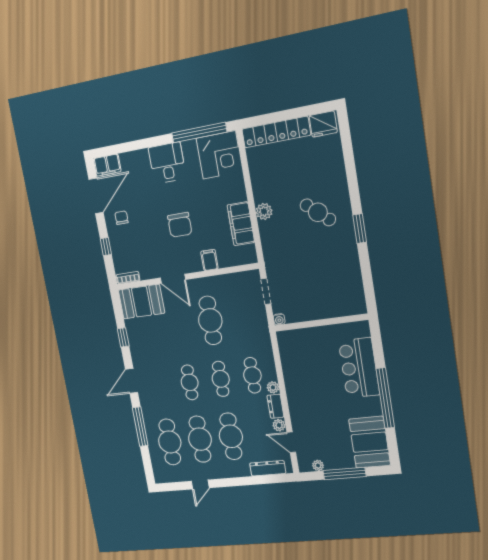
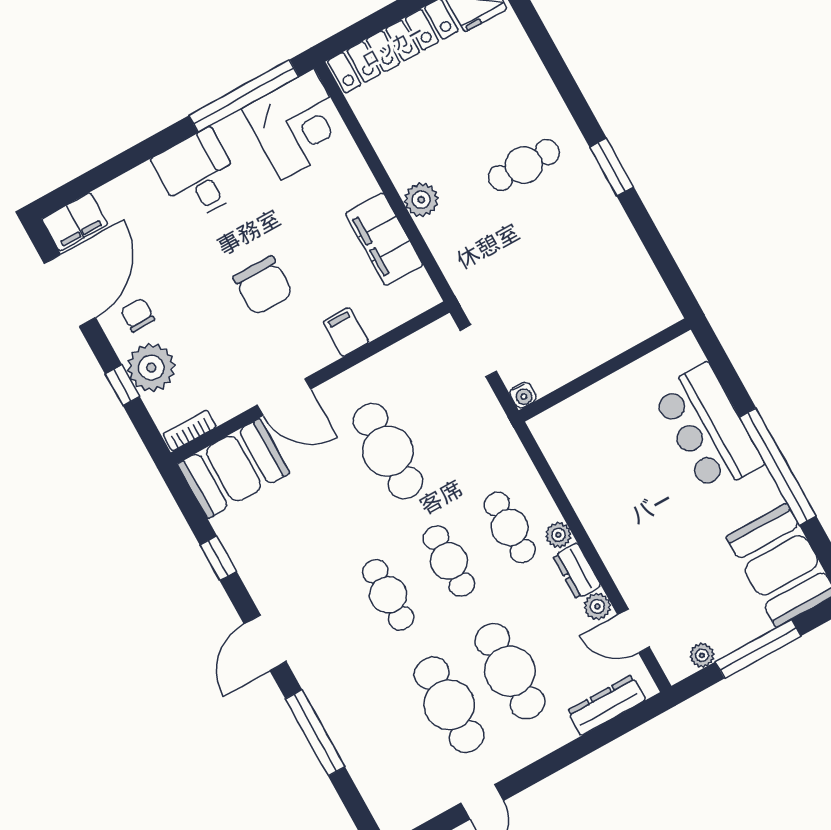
cafe table: (318, 212) -> (524, 165), turned -41
plant: (120, 243) -> (151, 368), added
cafe table: (170, 442) -> (388, 738), removed

